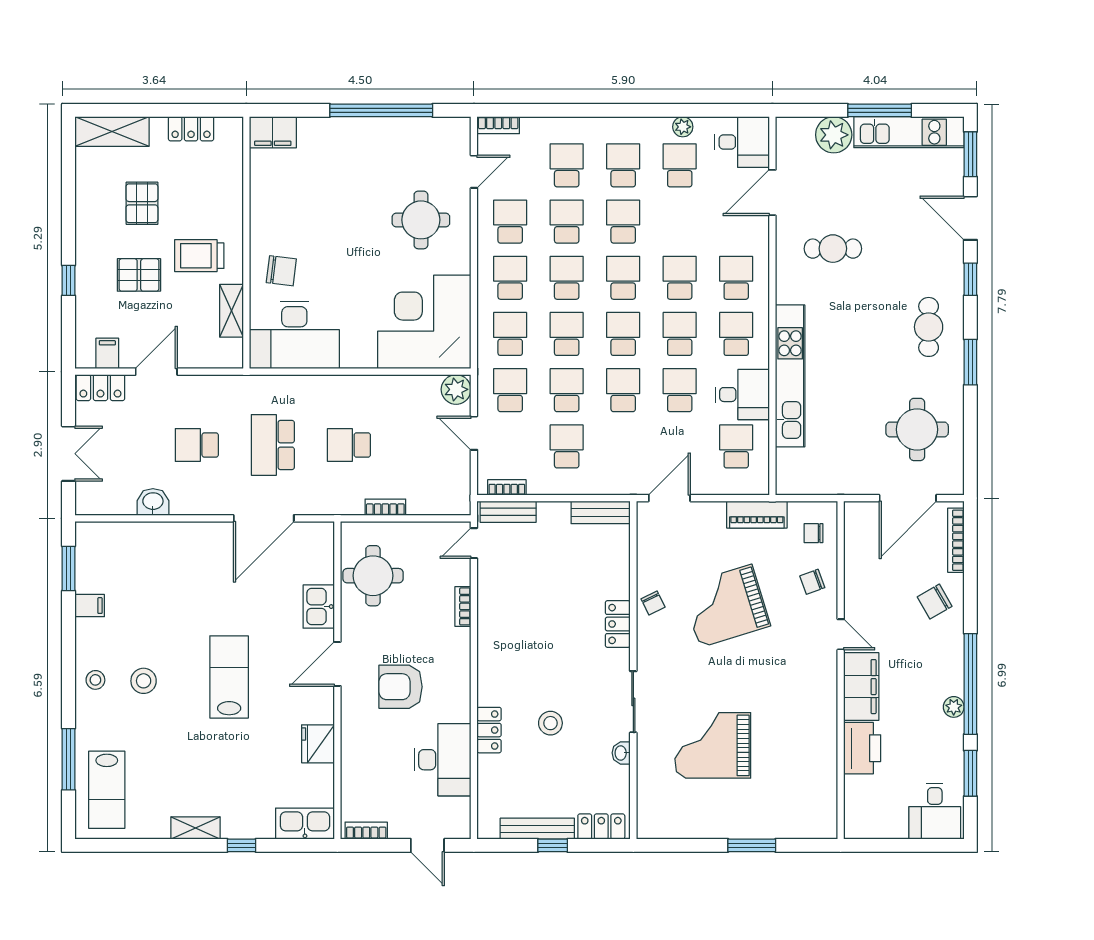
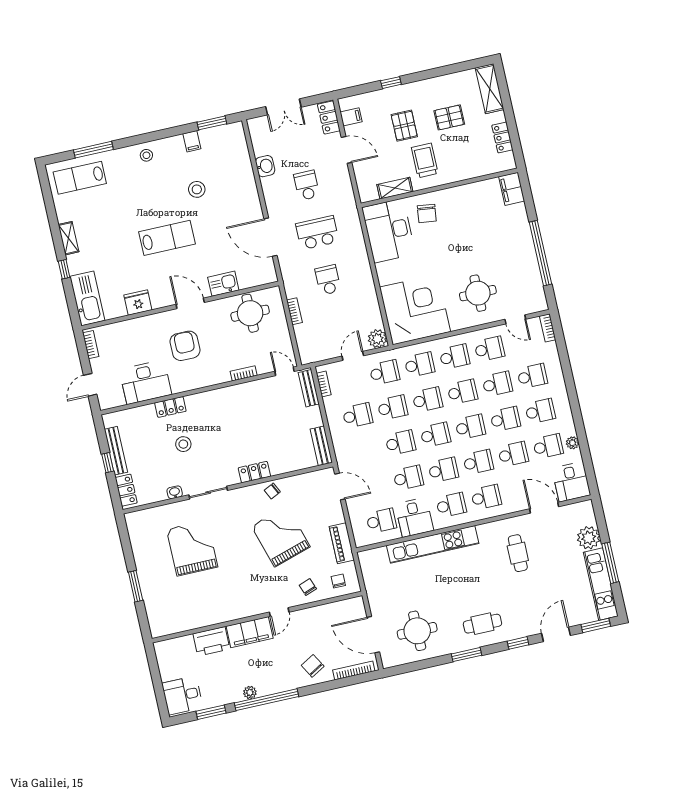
school desk: (680, 222) -> (513, 454), added
stool: (144, 681) -> (197, 189), moved
kitchen sink: (305, 824) -> (87, 298), width x1.36, depth x1.24

